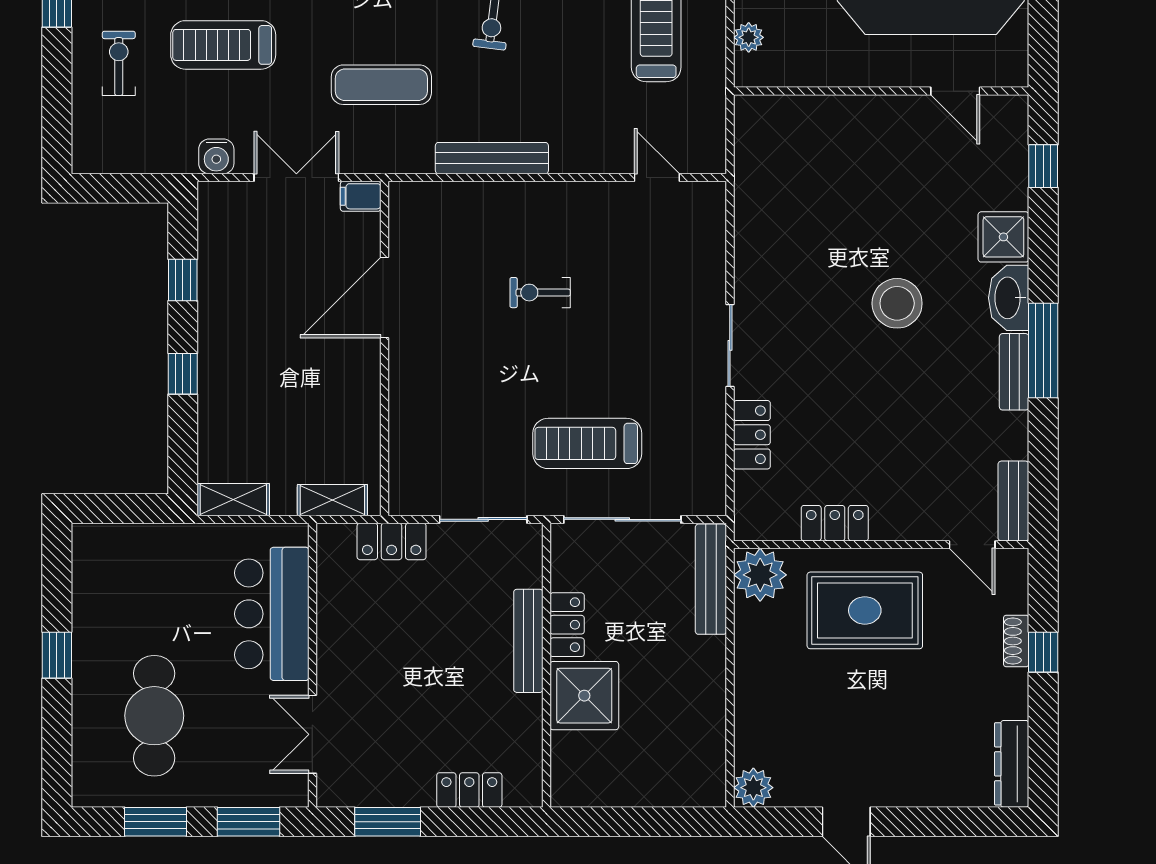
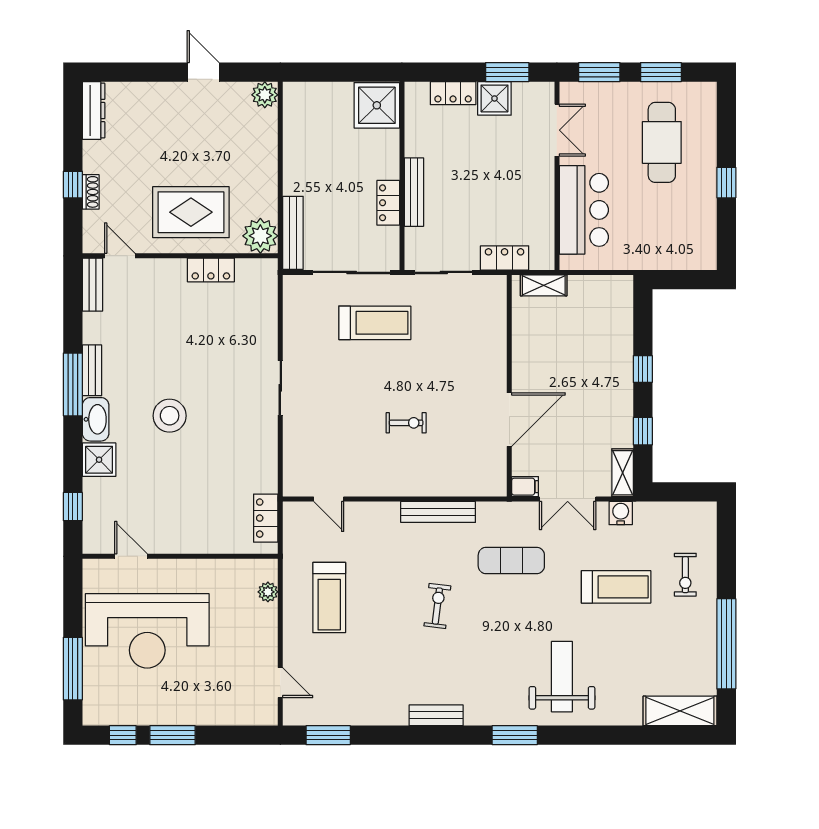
locker: (752, 435) -> (266, 518), moved
shelving: (233, 500) -> (623, 473), moved, turned 90
shower: (584, 696) -> (377, 105), moved
shower: (407, 782) -> (494, 98), added

